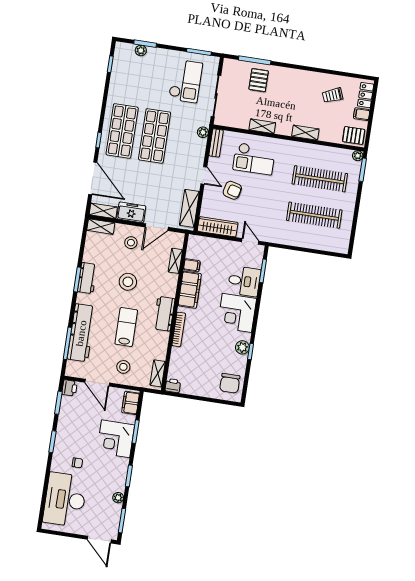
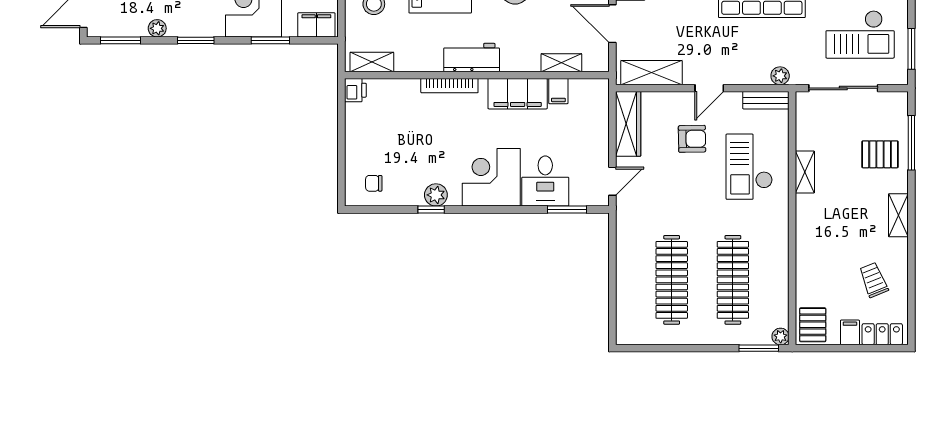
shelving: (305, 133) -> (898, 215), moved
armchair: (232, 190) -> (692, 139), turned -105
chair: (230, 383) -> (374, 183), width x0.54, depth x0.54

